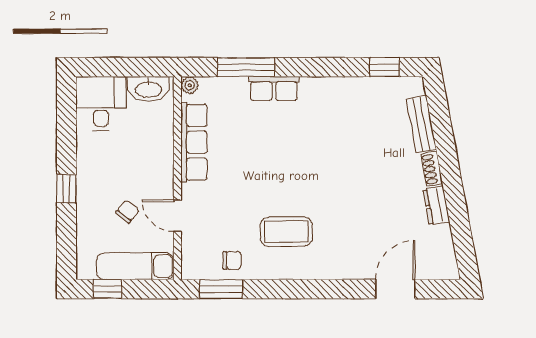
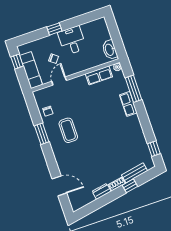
desk: (101, 104) -> (72, 41), moved, turned -90
row of seats: (194, 142) -> (99, 75), width x0.68
window: (445, 143) -> (130, 186), added
window: (221, 289) -> (42, 134), moved

